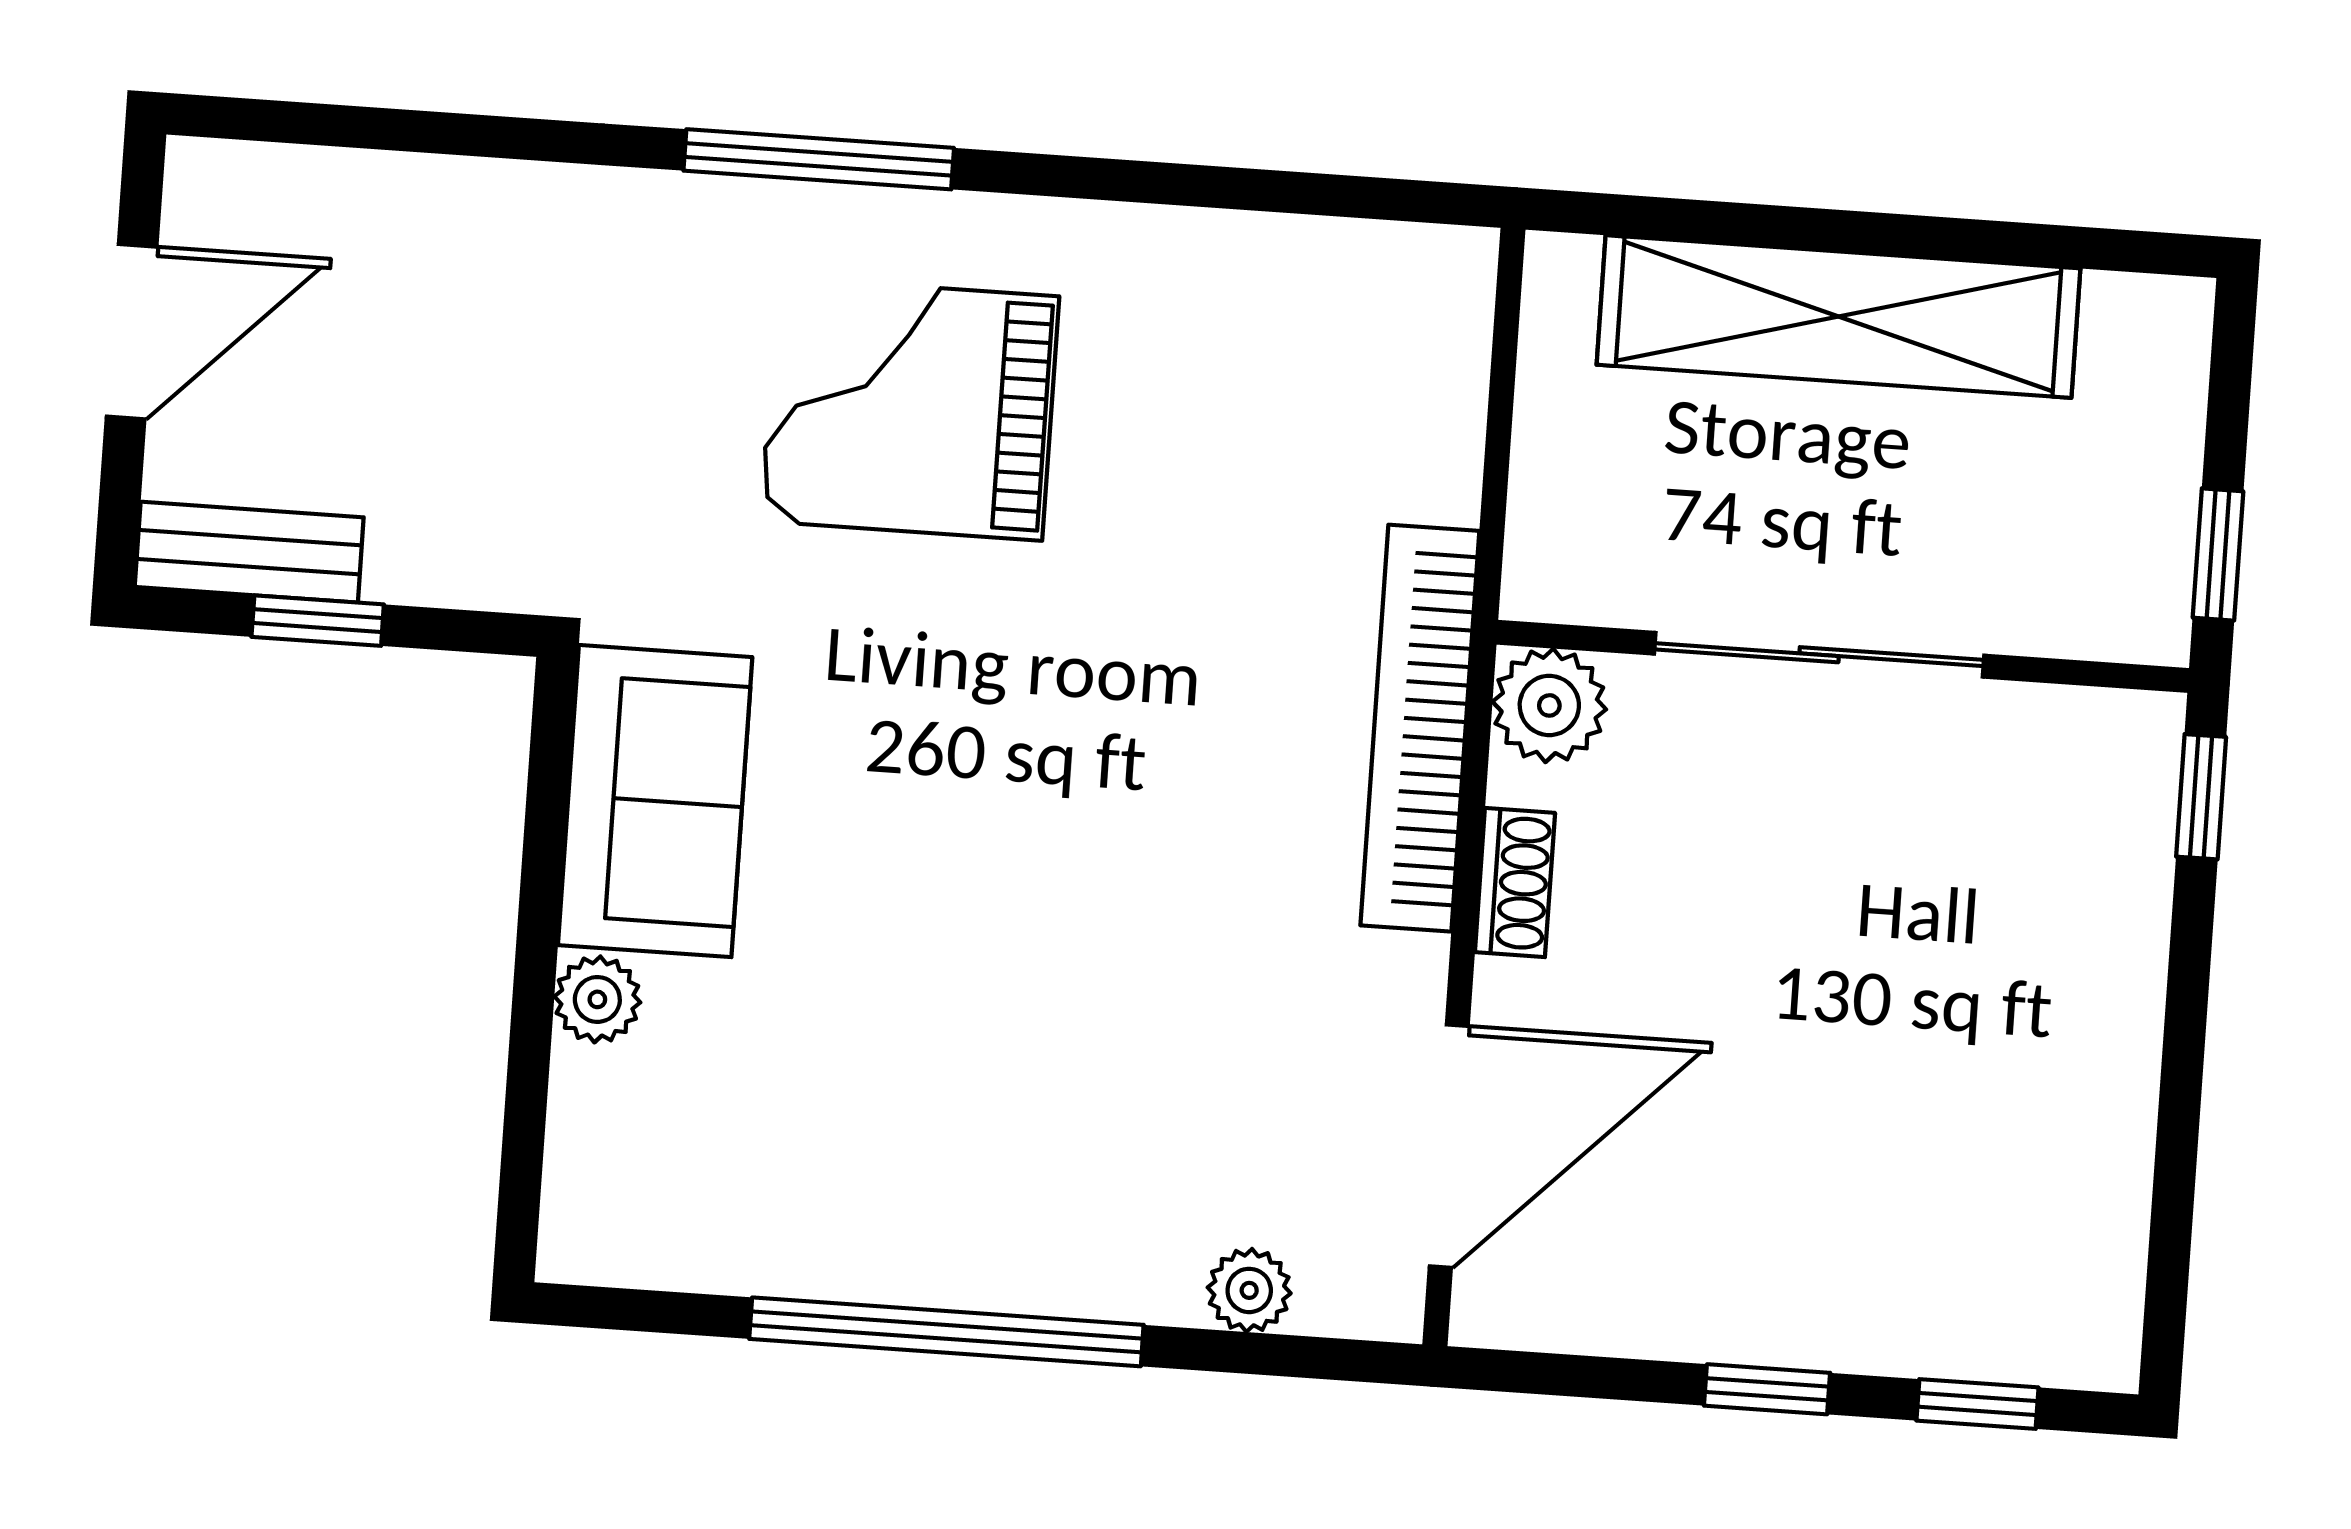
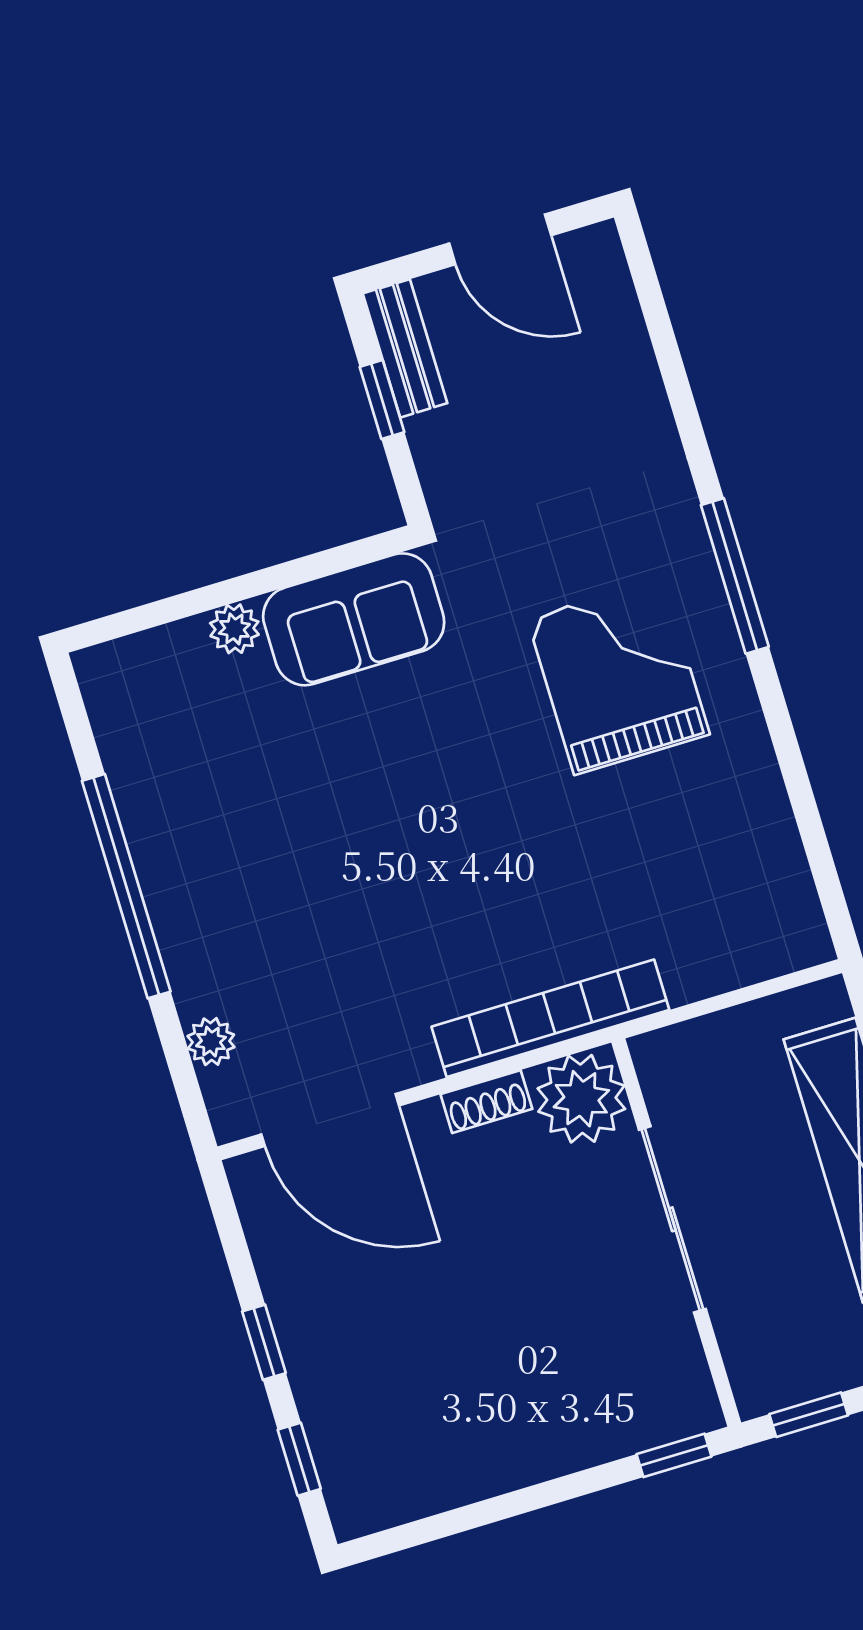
plant: (1549, 705) -> (581, 1099), width x1.36, depth x1.36

